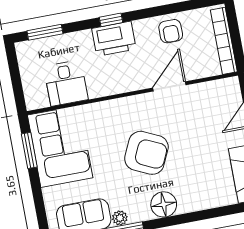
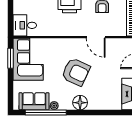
desk: (66, 83) -> (25, 25), moved, turned 90
door: (169, 86) -> (96, 37), swing flipped

